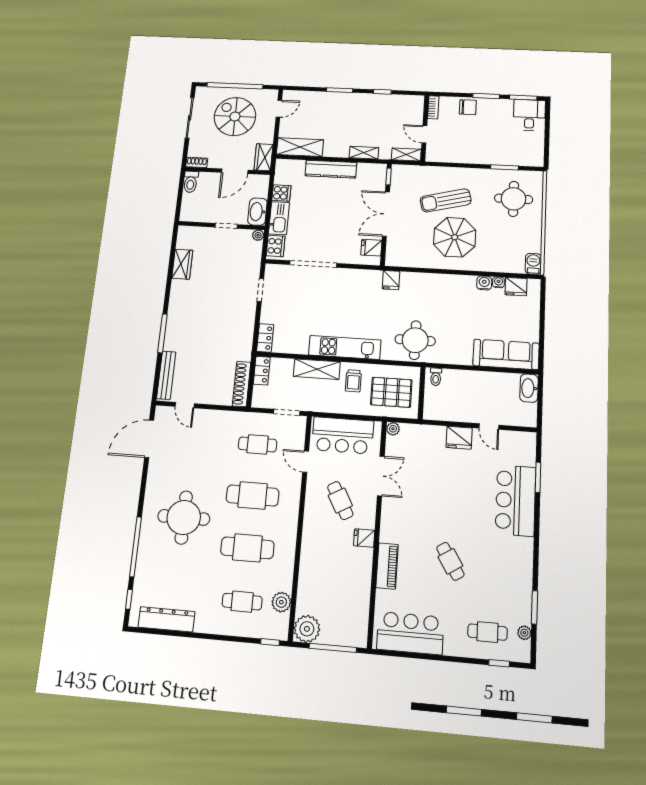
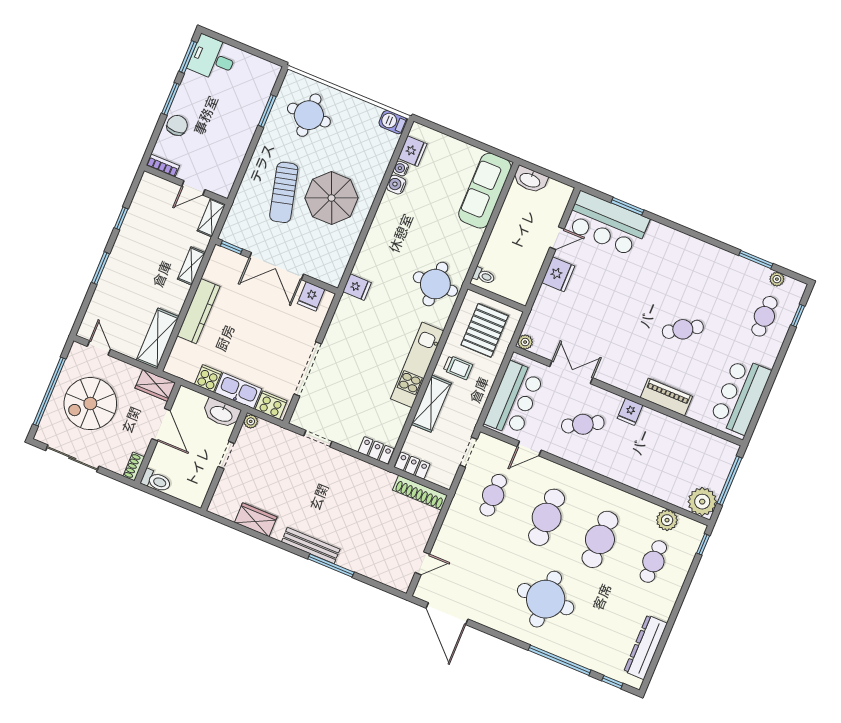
bench: (166, 375) -> (311, 546), moved
bar counter: (516, 500) -> (607, 224), moved

